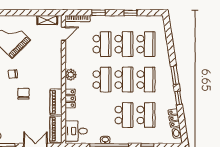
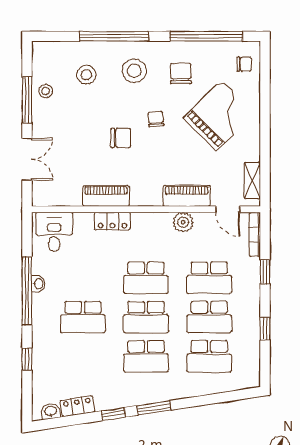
plant: (71, 75) -> (183, 222), moved
school desk: (146, 115) -> (83, 356), removed
piano: (56, 129) -> (187, 196), moved

